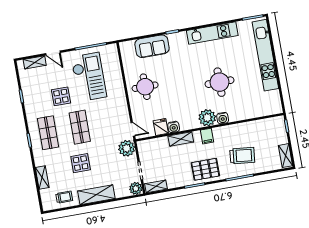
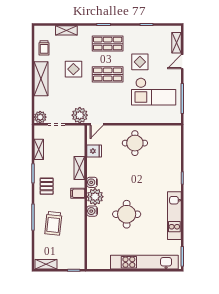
sofa: (152, 46) -> (172, 156), removed
water cooler: (174, 127) -> (92, 182), moved
pallet: (205, 169) -> (47, 186), width x0.67, depth x0.71
shelving: (156, 186) -> (39, 149), moved

